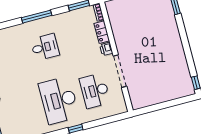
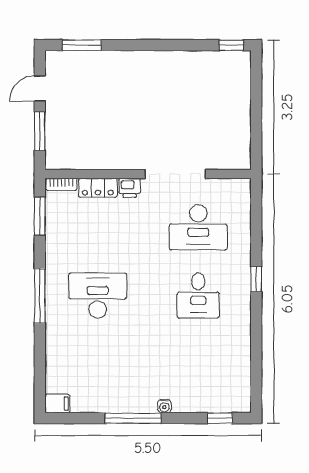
desk: (45, 47) -> (98, 296), width x1.37
desk: (59, 100) -> (198, 296), width x0.53, depth x0.77

